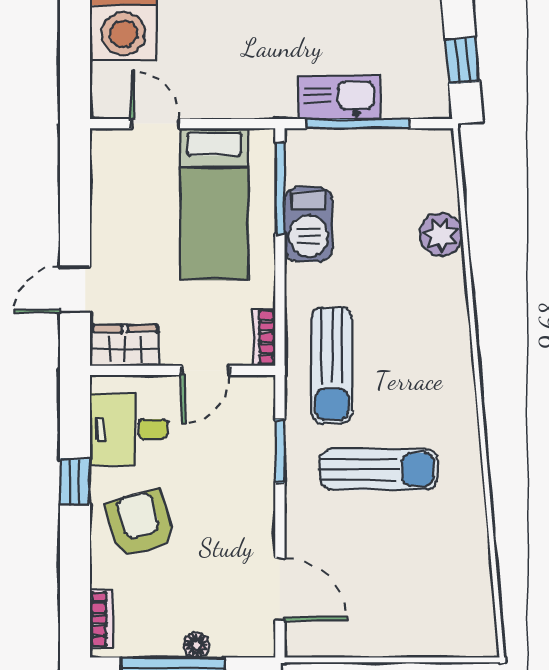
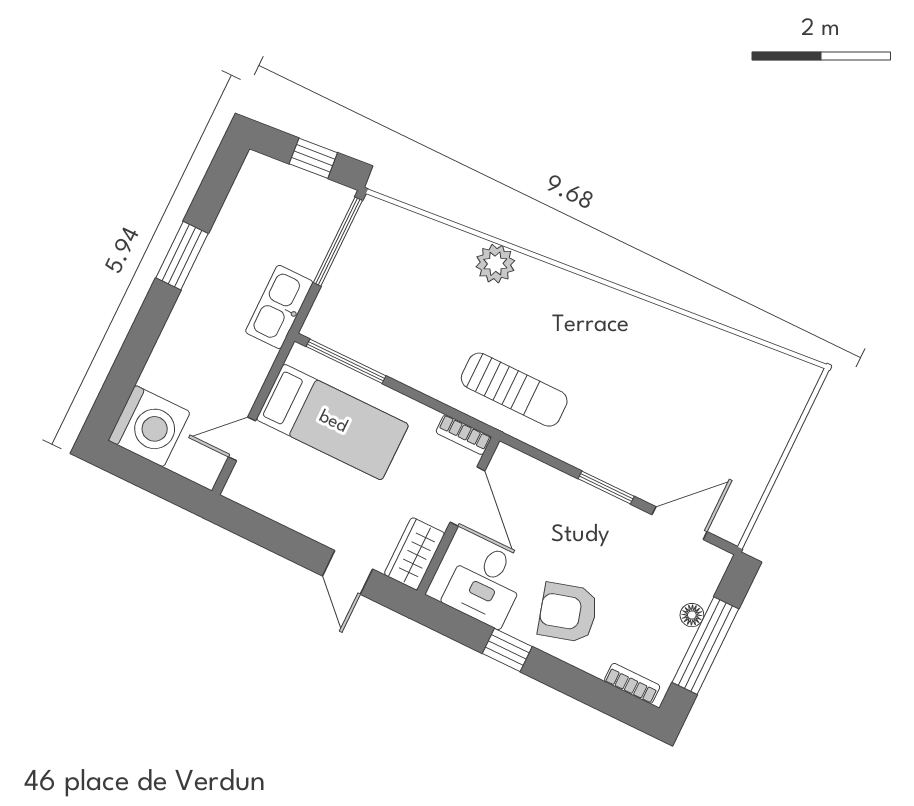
kitchen sink: (340, 97) -> (279, 307), moved
window: (358, 124) -> (338, 242), moved
barbecue: (309, 224) -> (388, 352), removed
plant: (441, 234) -> (495, 264), moved
door: (206, 370) -> (468, 497), width x1.38
window: (280, 451) -> (606, 488), moved
sun lounger: (379, 469) -> (620, 393), removed

